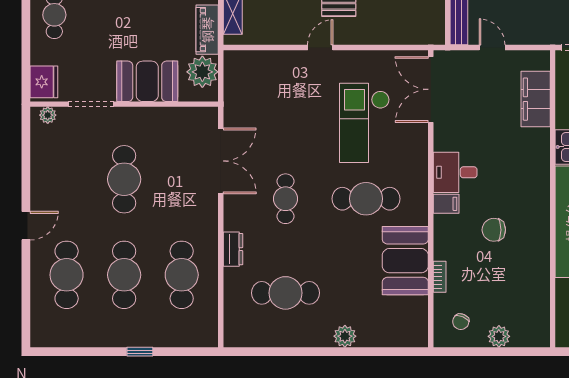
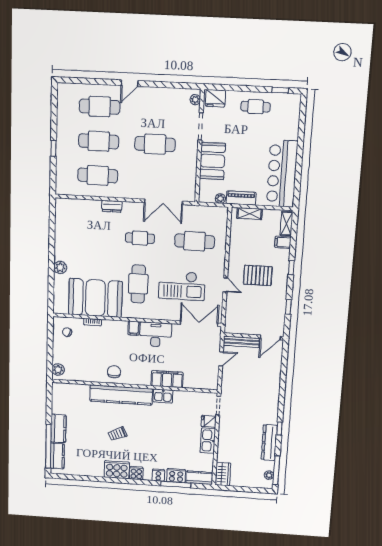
door: (320, 47) -> (225, 285), moved
plant: (202, 72) -> (220, 199), width x0.53, depth x0.53
filing cabinet: (536, 99) -> (167, 379), moved
checkout: (364, 123) -> (182, 286), turned 180
desk: (455, 172) -> (156, 334), width x1.37
door: (26, 226) -> (130, 83), hinge flipped
chair: (494, 230) -> (114, 372), moved
booth: (405, 261) -> (95, 298), width x1.36, depth x1.42
cafe table: (285, 293) -> (195, 241), moved, turned 90
plant: (499, 336) -> (58, 370), moved

